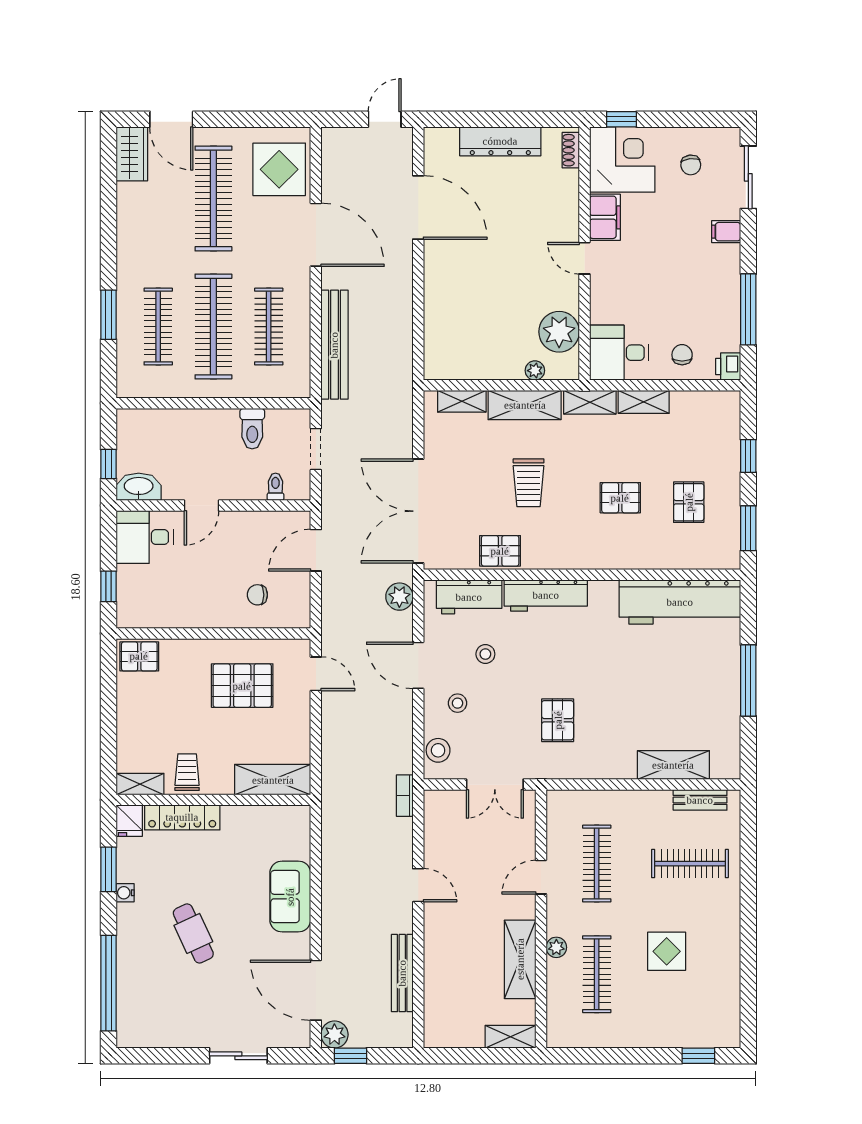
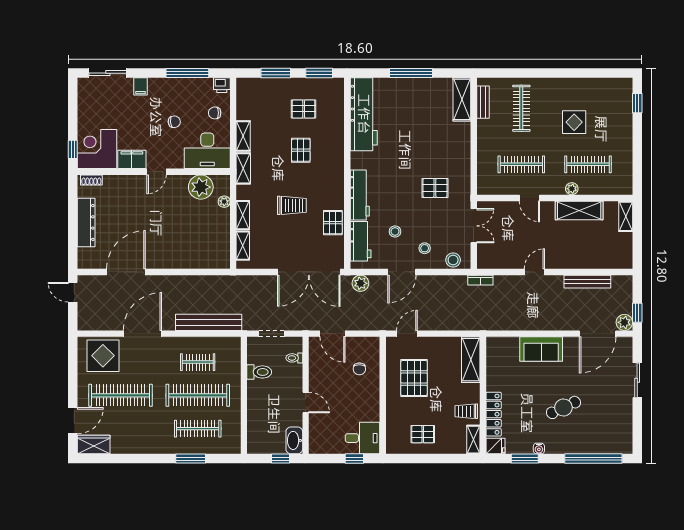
chair: (691, 165) -> (174, 122), moved
clothes rail: (269, 327) -> (198, 362), width x0.73
desk: (619, 353) -> (207, 151), width x1.37
shelving: (525, 405) -> (243, 215), width x0.67, depth x0.75
window: (748, 456) -> (276, 73), width x1.50
desk: (145, 537) -> (362, 438), moved, turned -90
pallet: (139, 656) -> (423, 434), moved, turned 90
shelving: (673, 765) -> (462, 99), moved

